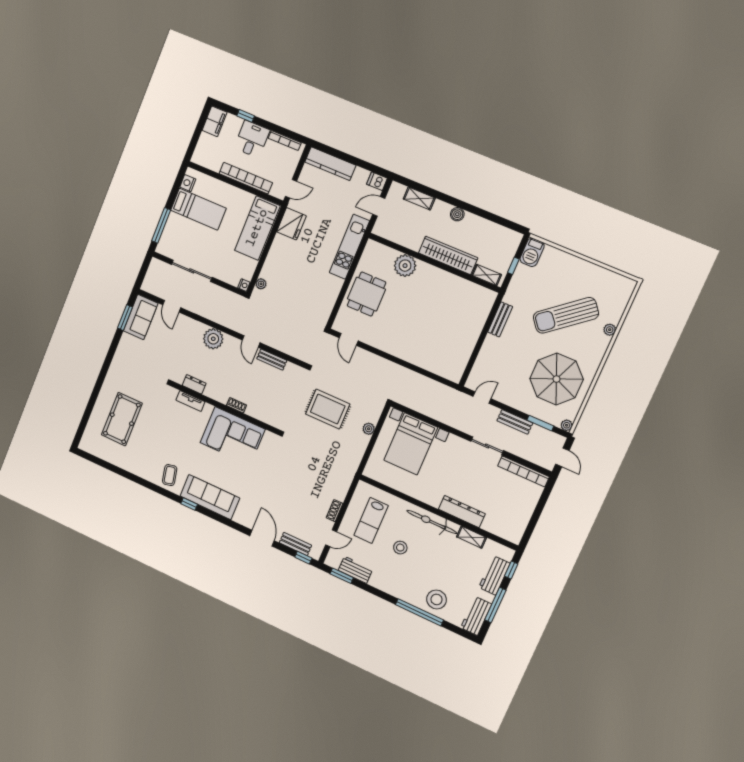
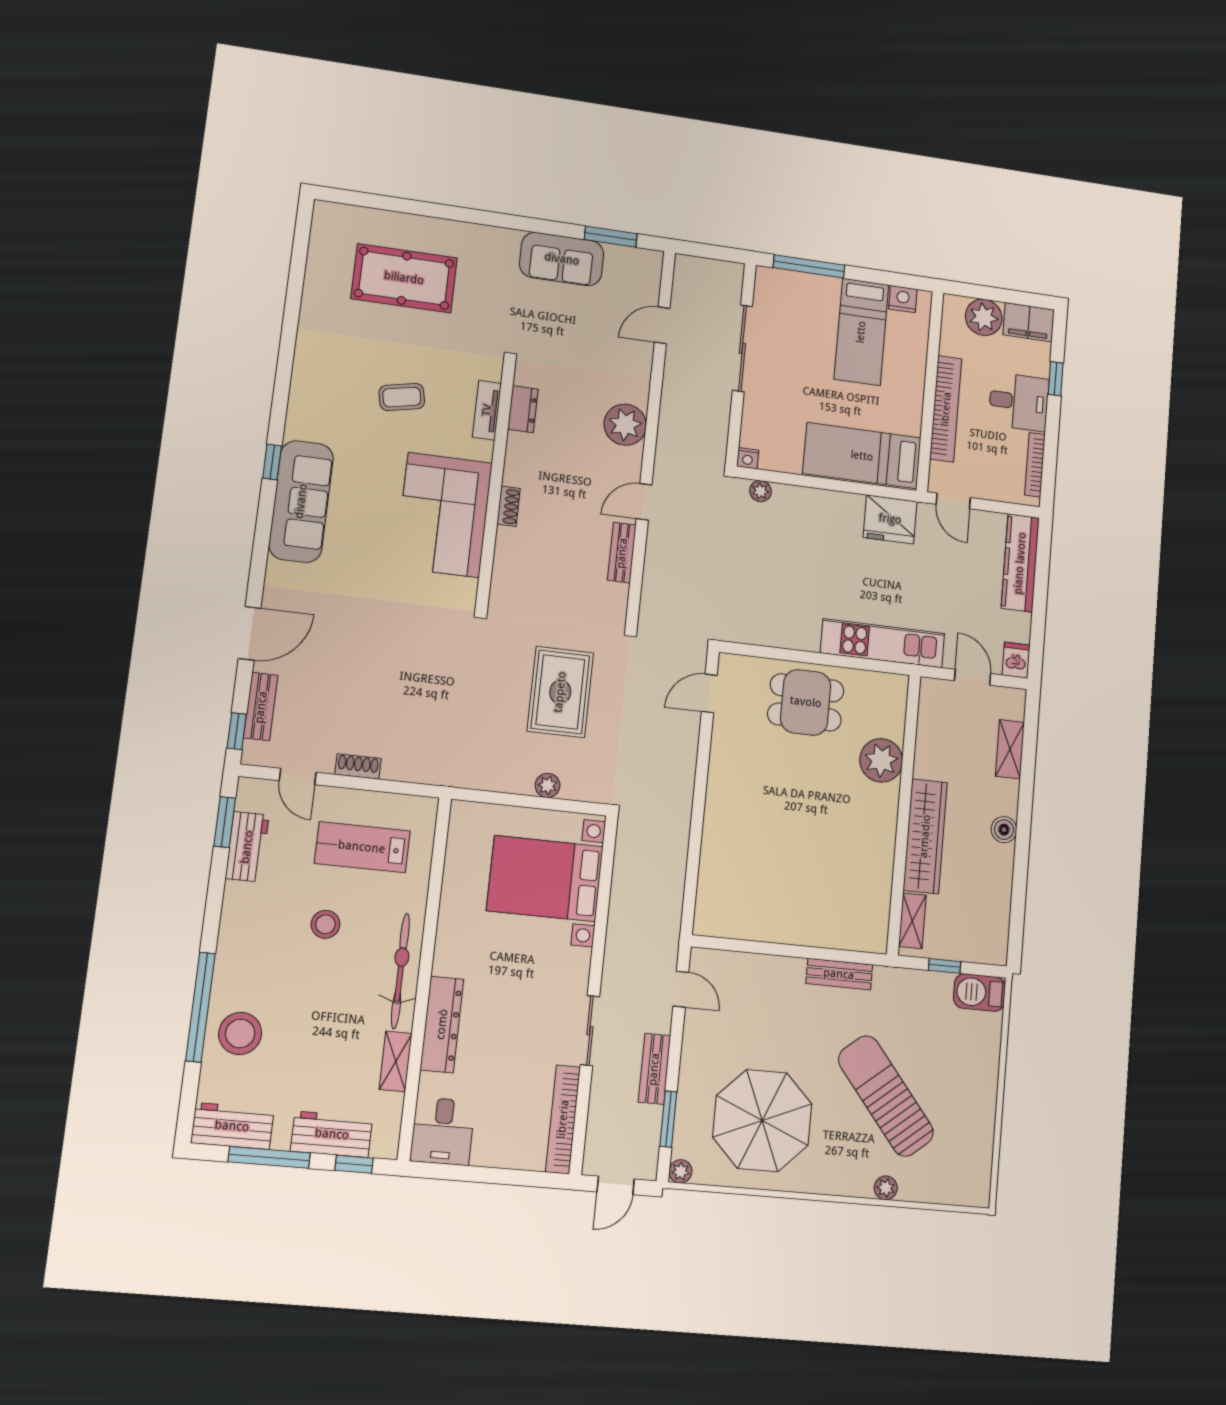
plant: (207, 144) -> (984, 317), added
sofa: (141, 317) -> (562, 259), moved
coffee table: (170, 475) -> (402, 397), moved
desk: (510, 527) -> (443, 1131), added

